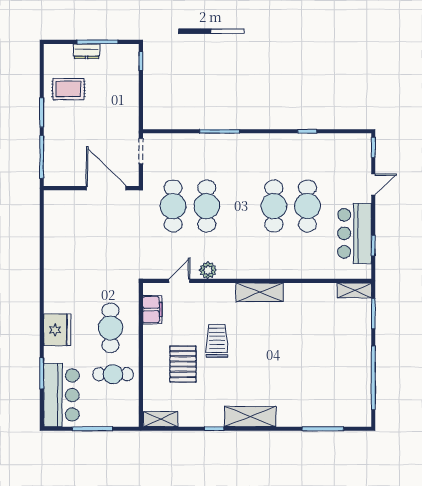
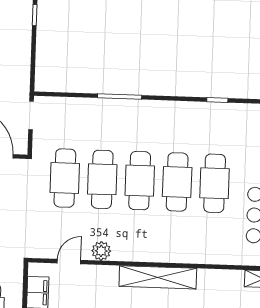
cafe table: (240, 206) -> (140, 181), added
shelving: (260, 292) -> (158, 277), width x1.47

